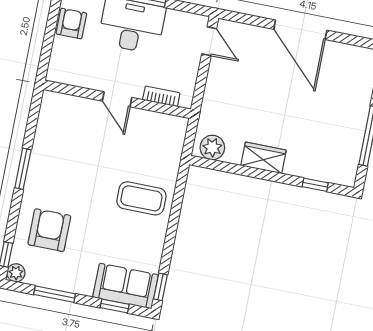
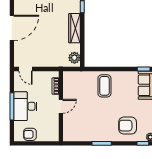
door: (209, 41) -> (26, 69), swing flipped
wardrobe: (263, 158) -> (75, 28), width x1.50

